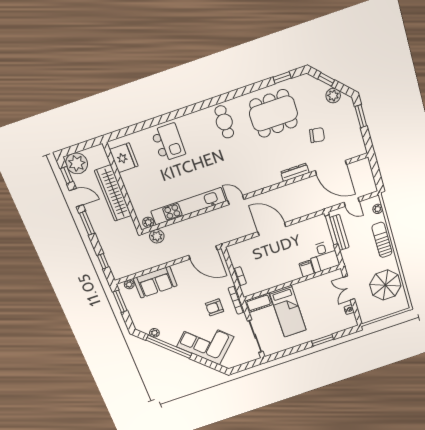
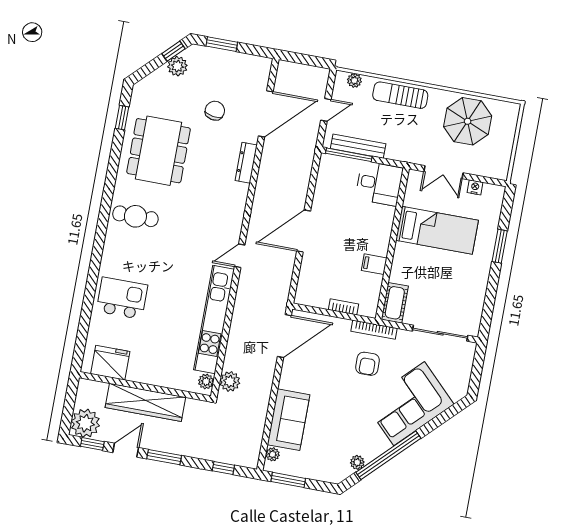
window: (326, 79) -> (173, 51), moved
filing cabinet: (307, 269) -> (374, 264), moved
bed: (288, 311) -> (437, 230), moved

